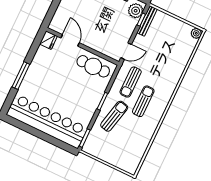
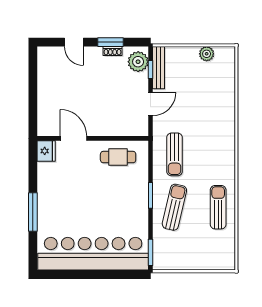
plant: (196, 33) -> (207, 54), moved
door: (126, 51) -> (150, 104), moved
cafe table: (93, 66) -> (118, 157), width x0.73, depth x0.74
sun lounger: (143, 101) -> (218, 207), moved

